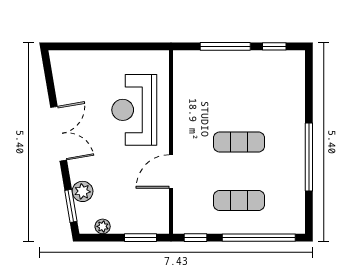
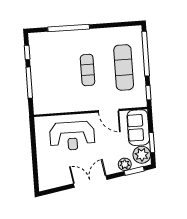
window: (309, 157) -> (69, 28), moved
exercise mat: (239, 201) -> (124, 67), width x1.36, depth x1.45
sofa: (140, 217) -> (138, 128), added
plant: (103, 226) -> (142, 155), width x1.88, depth x1.88
window: (140, 238) -> (152, 143), moved

